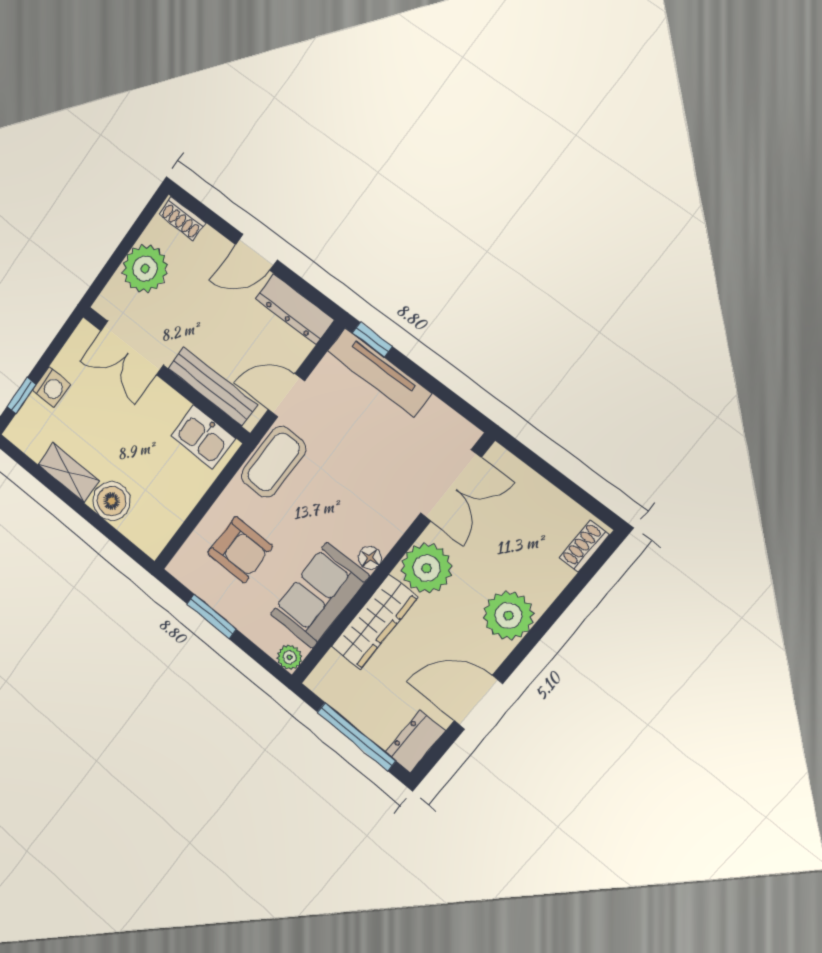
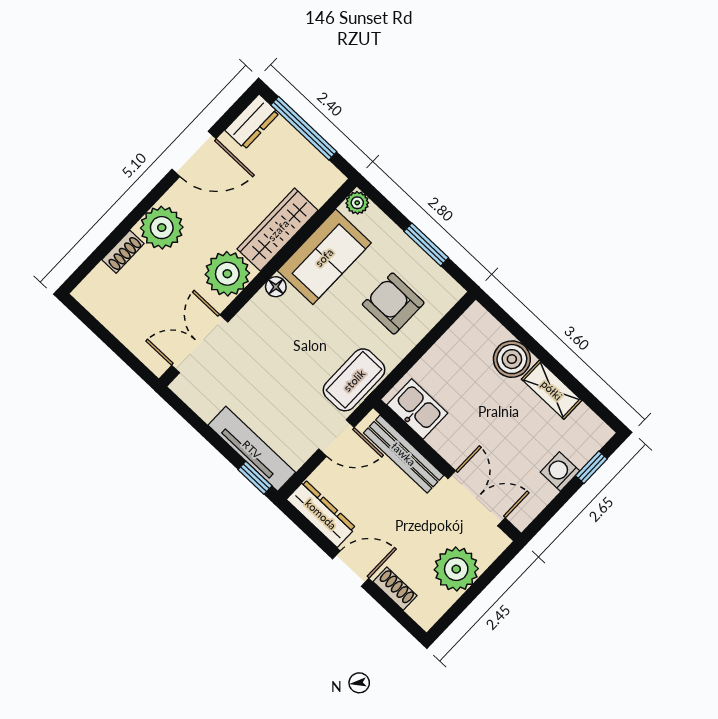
shoe rack: (182, 219) -> (395, 589), moved
shoe rack: (584, 546) -> (123, 252), moved

